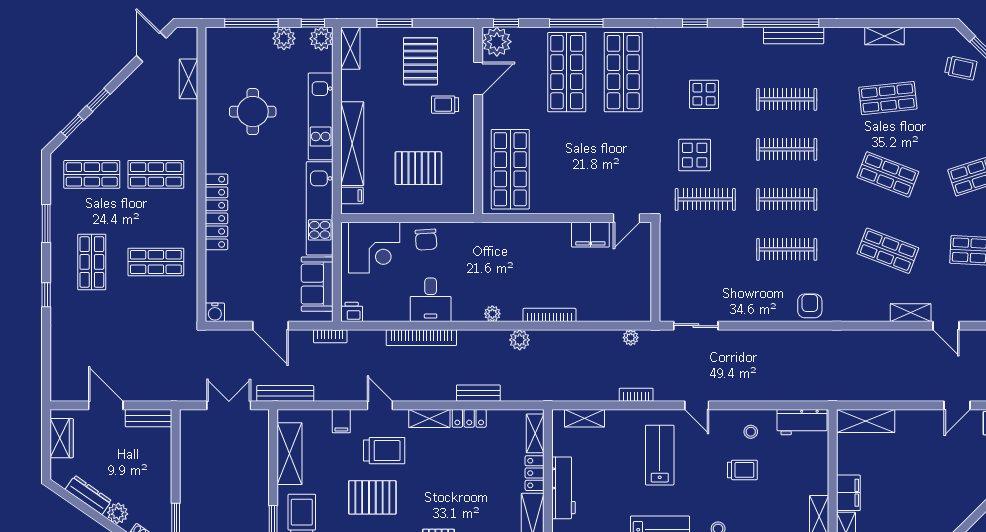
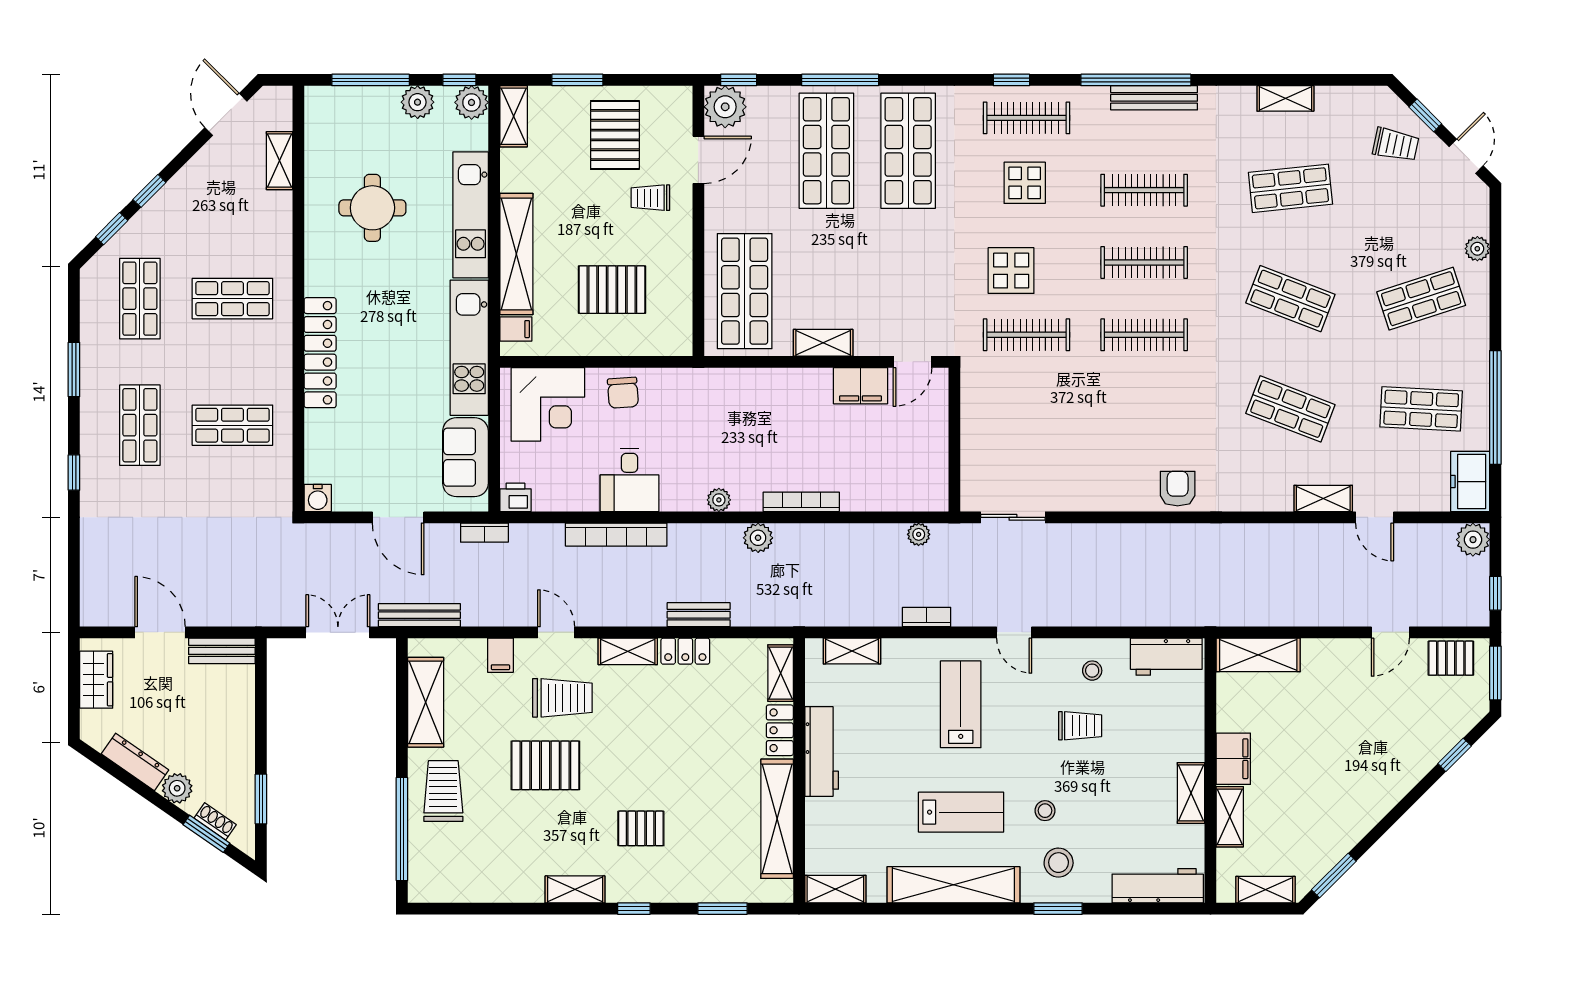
shop shelf: (92, 174) -> (140, 299), turned 90
shelving: (565, 205) -> (823, 343), added
clothes rail: (787, 249) -> (1026, 118), moved

